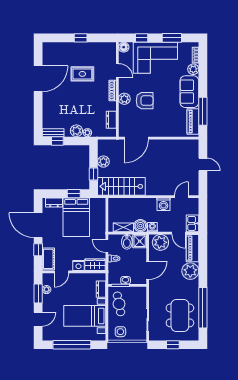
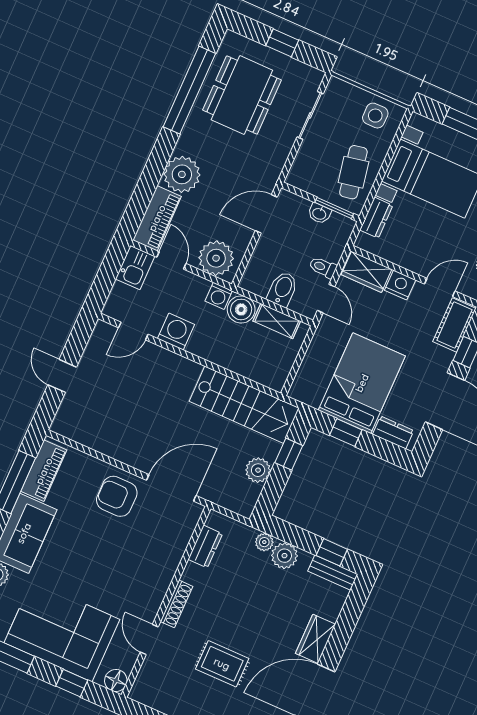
plant: (124, 99) -> (160, 577), removed
armchair: (145, 101) -> (117, 496), moved
wardrobe: (48, 102) -> (315, 639), added
shower: (140, 241) -> (256, 279), removed

